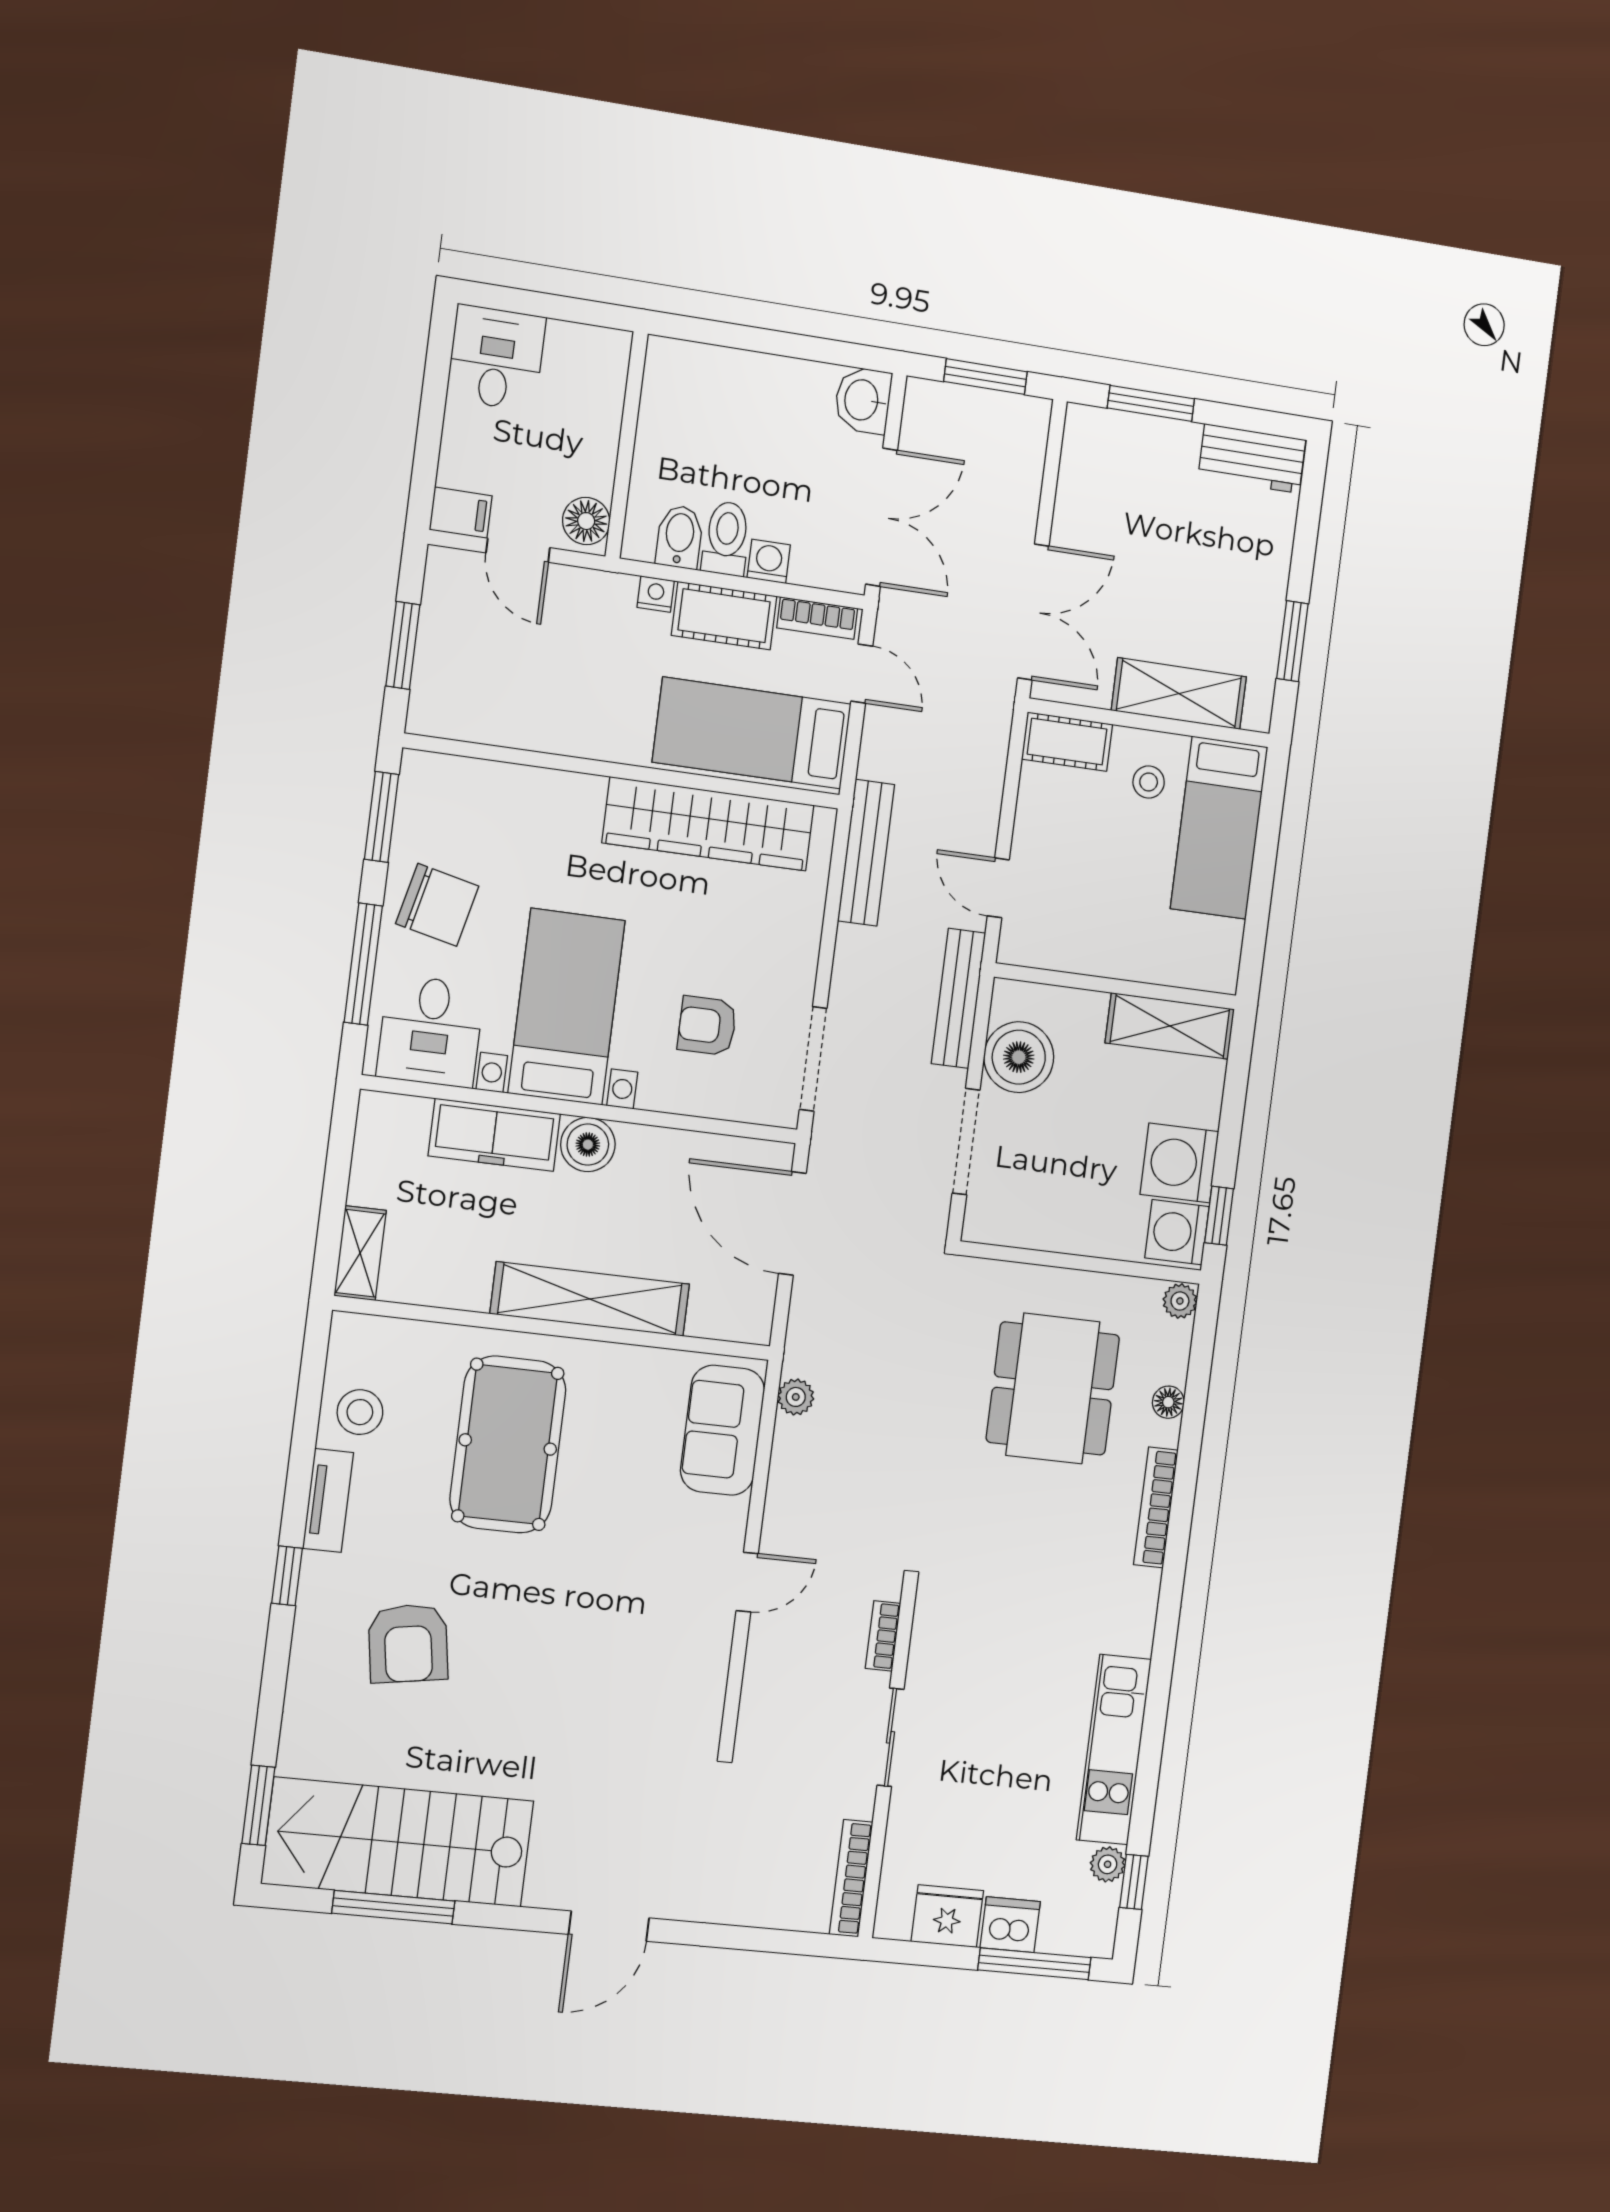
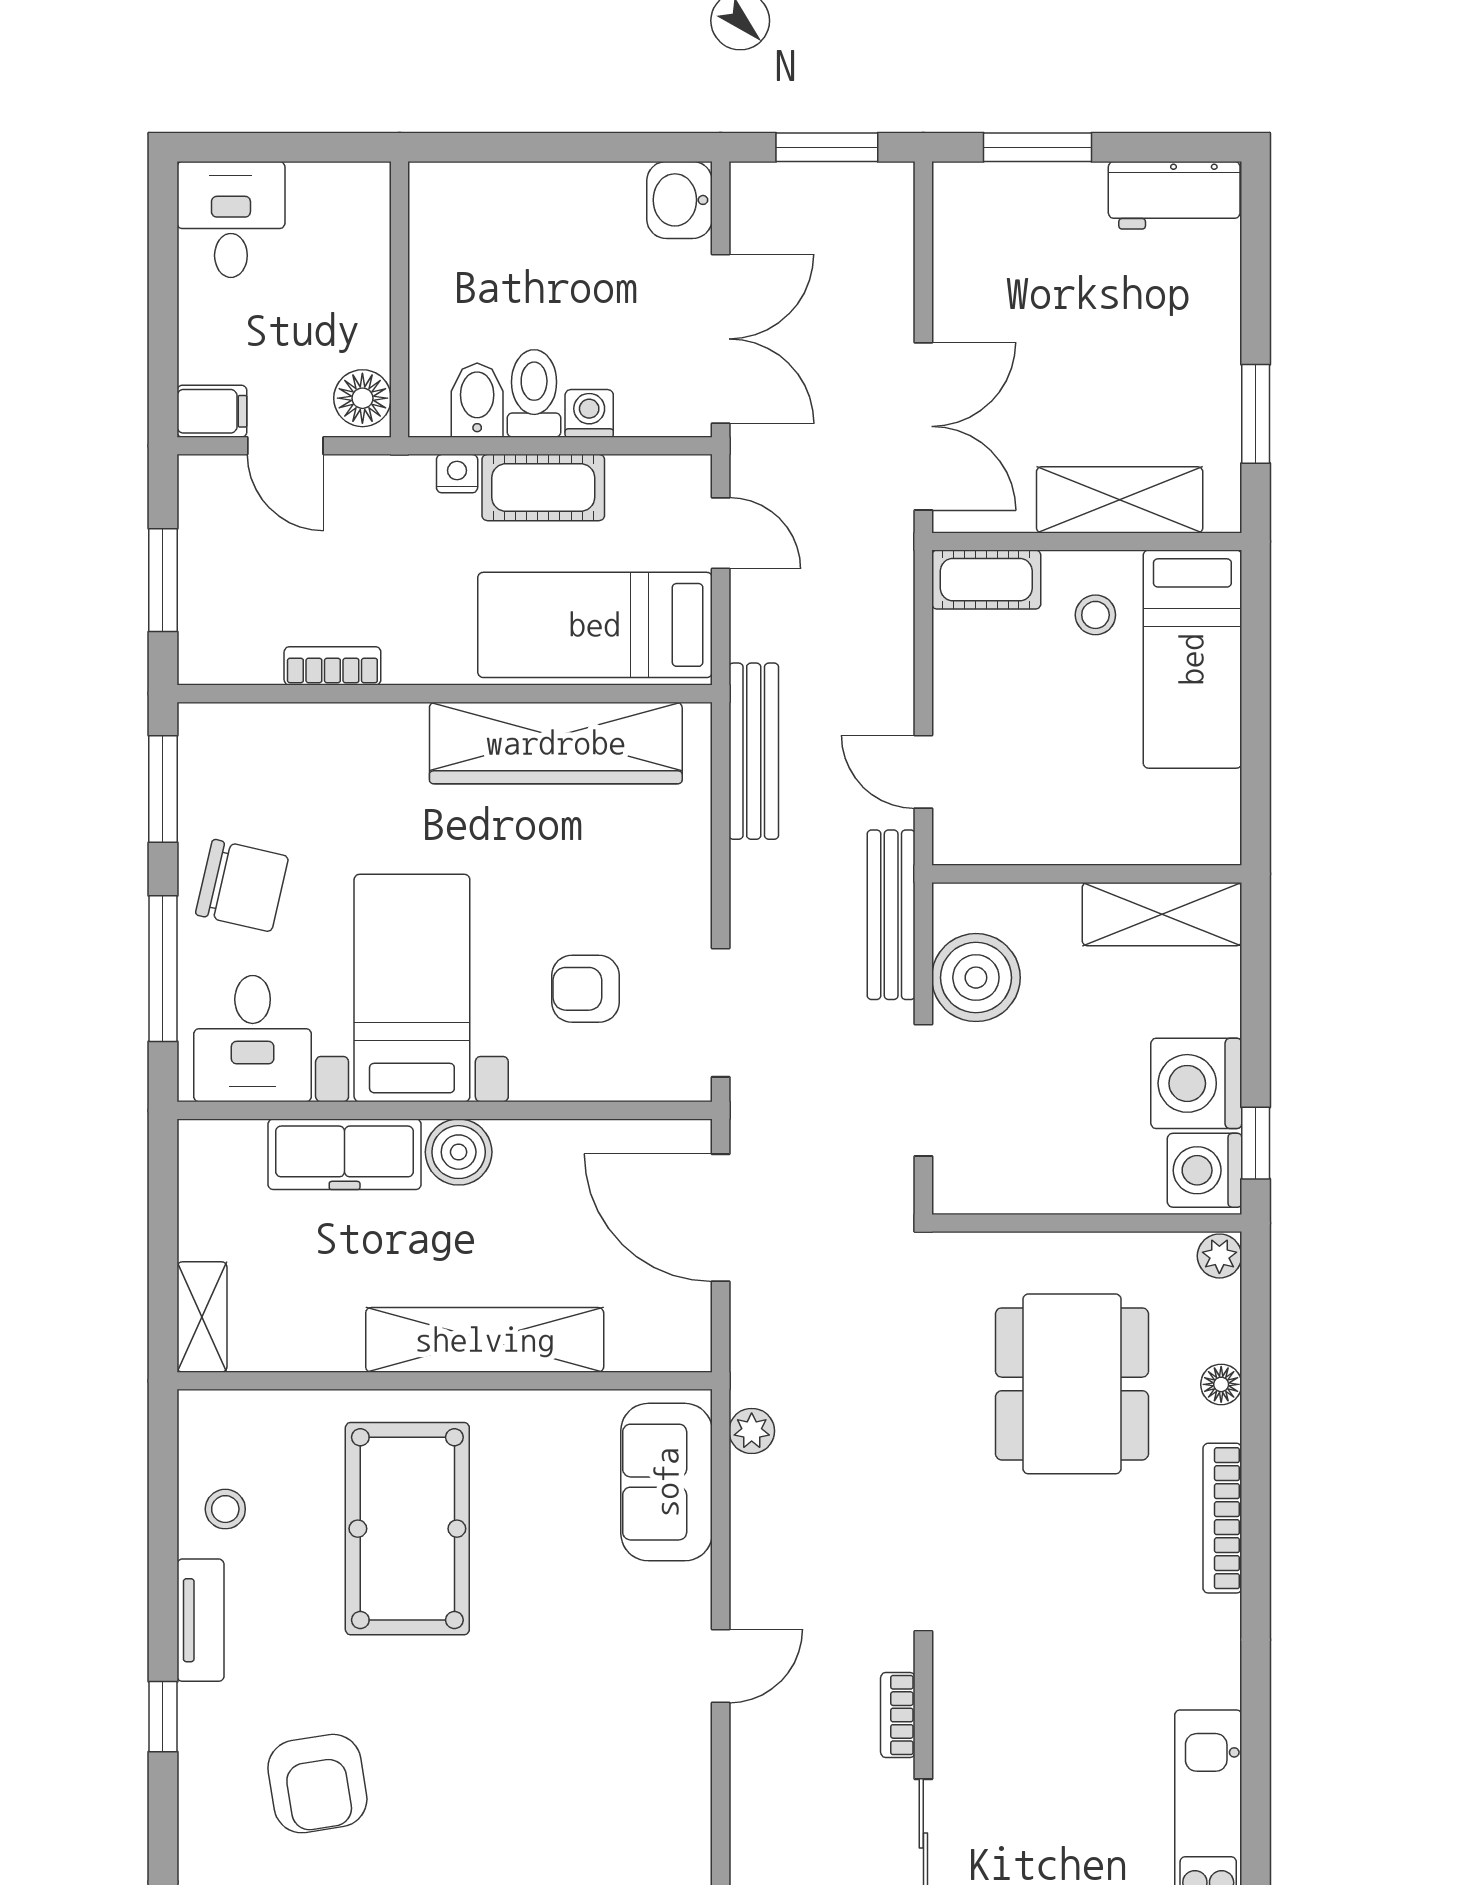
bookcase: (817, 618) -> (332, 666), moved, turned 180
stool: (360, 1412) -> (225, 1509), width x0.73, depth x0.73

